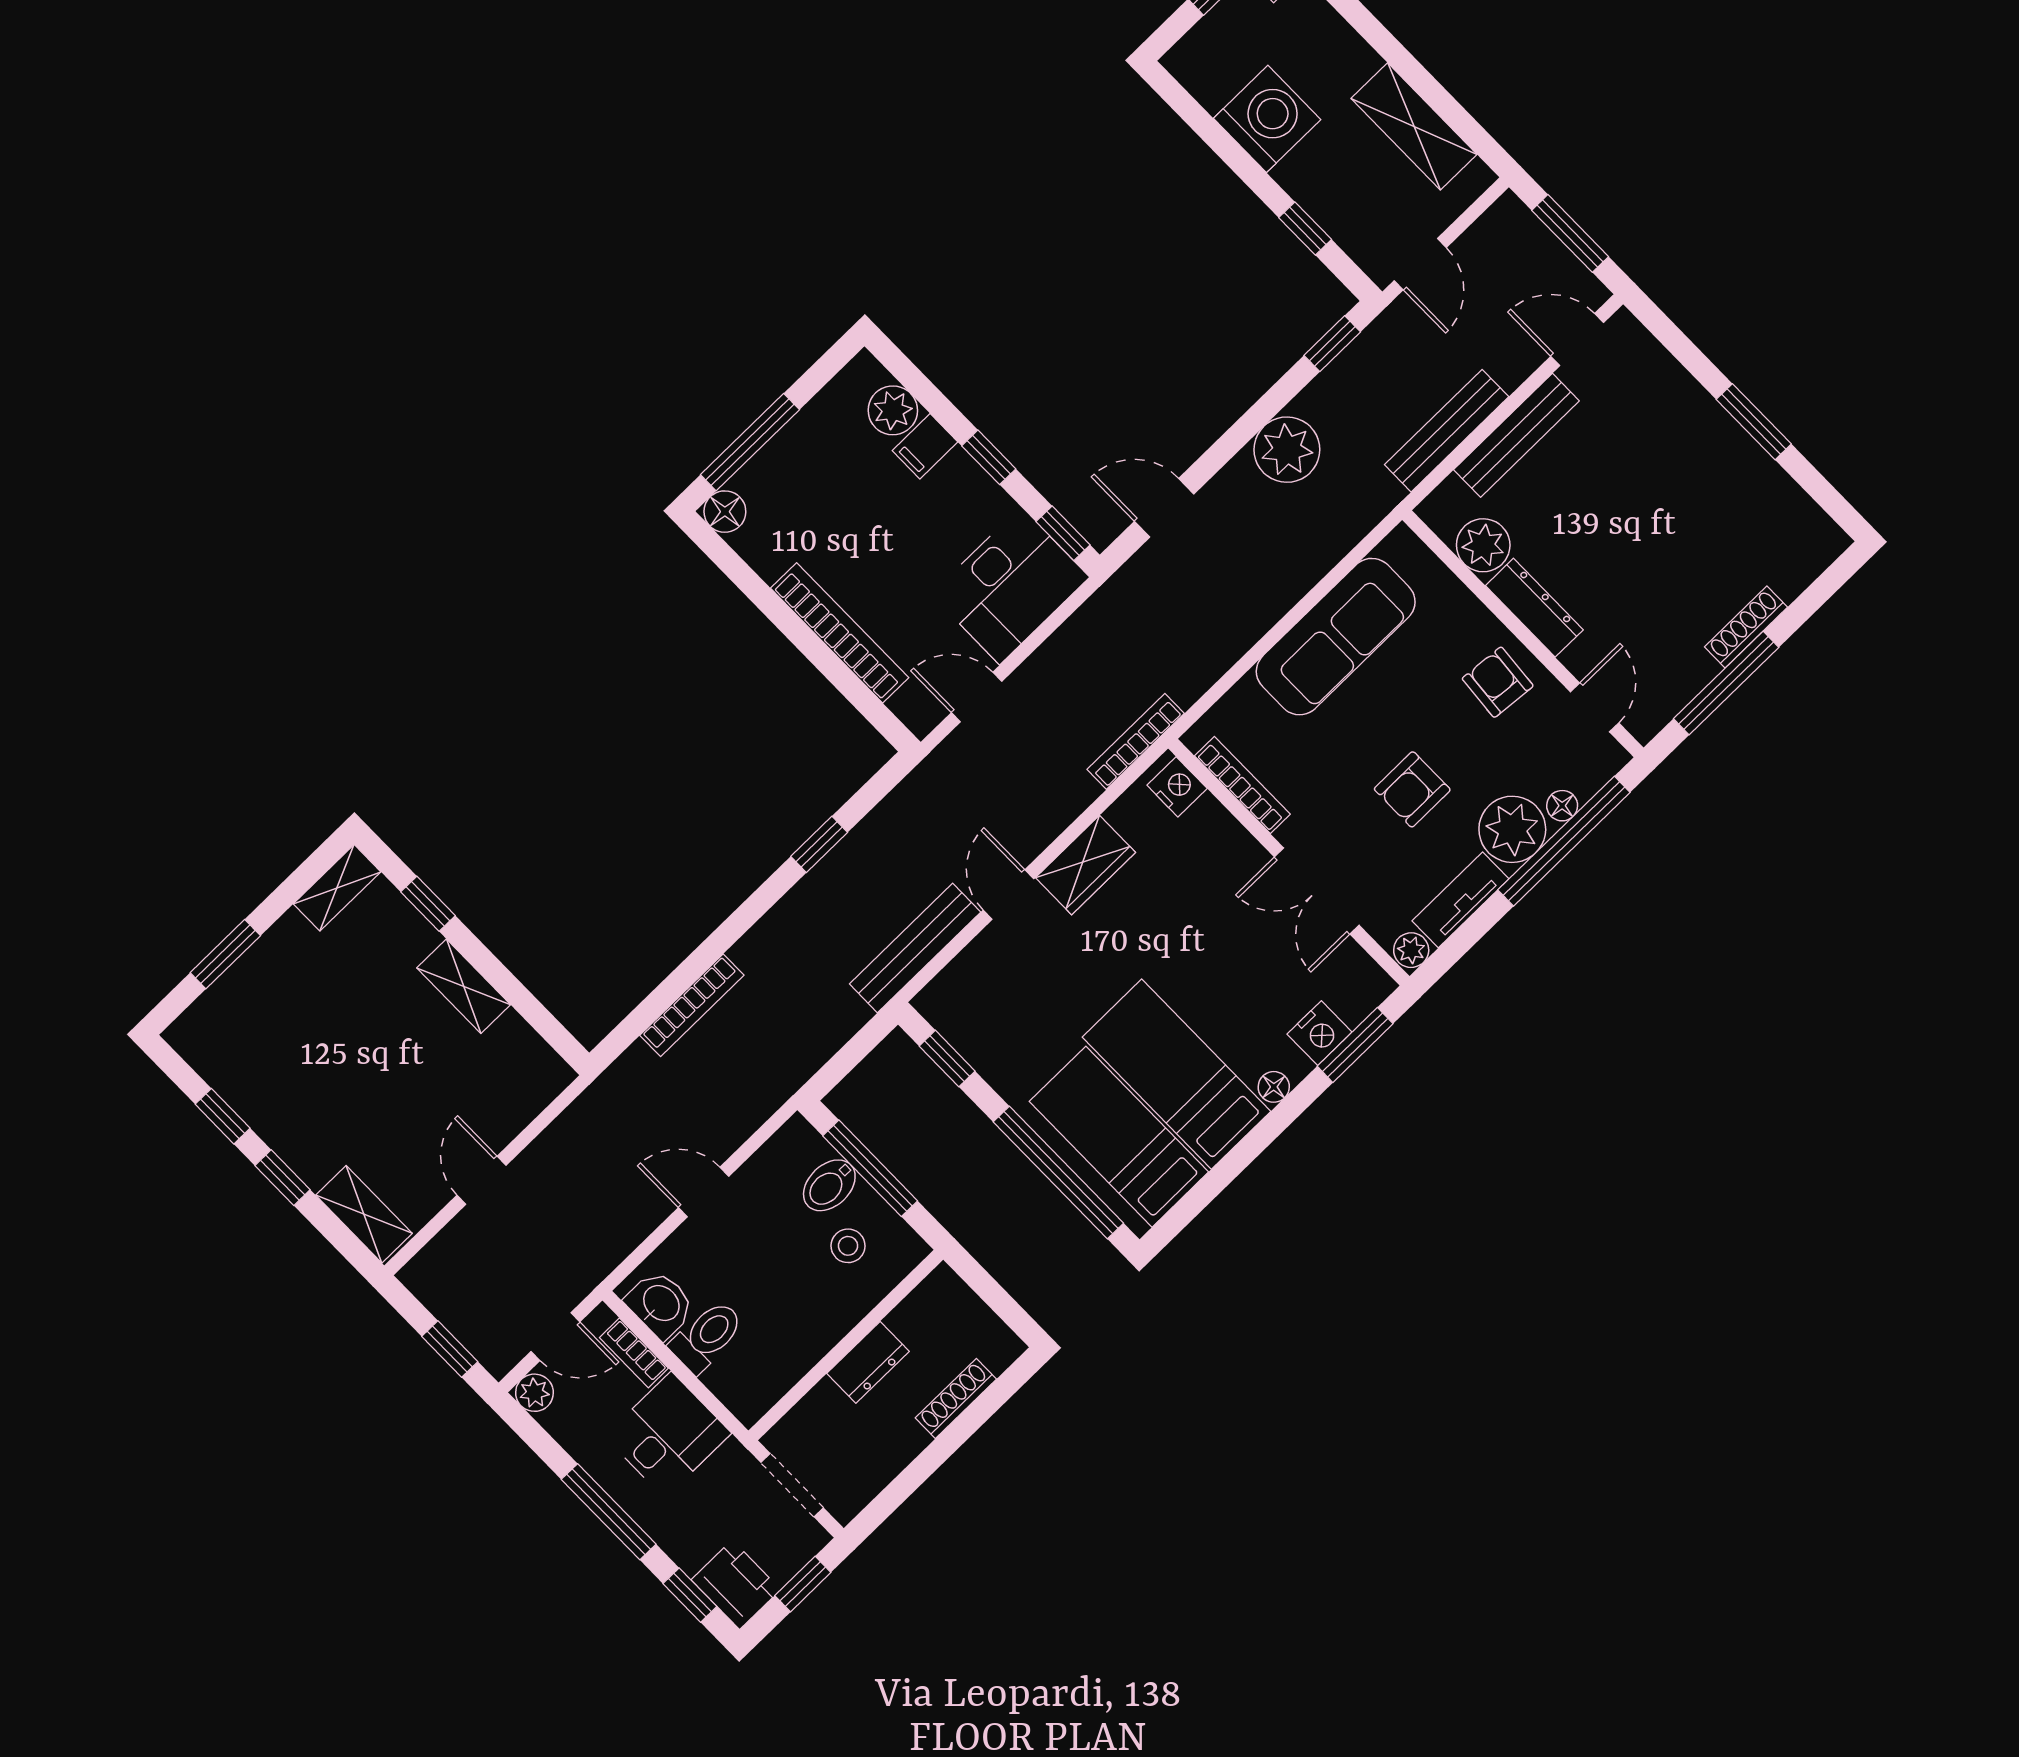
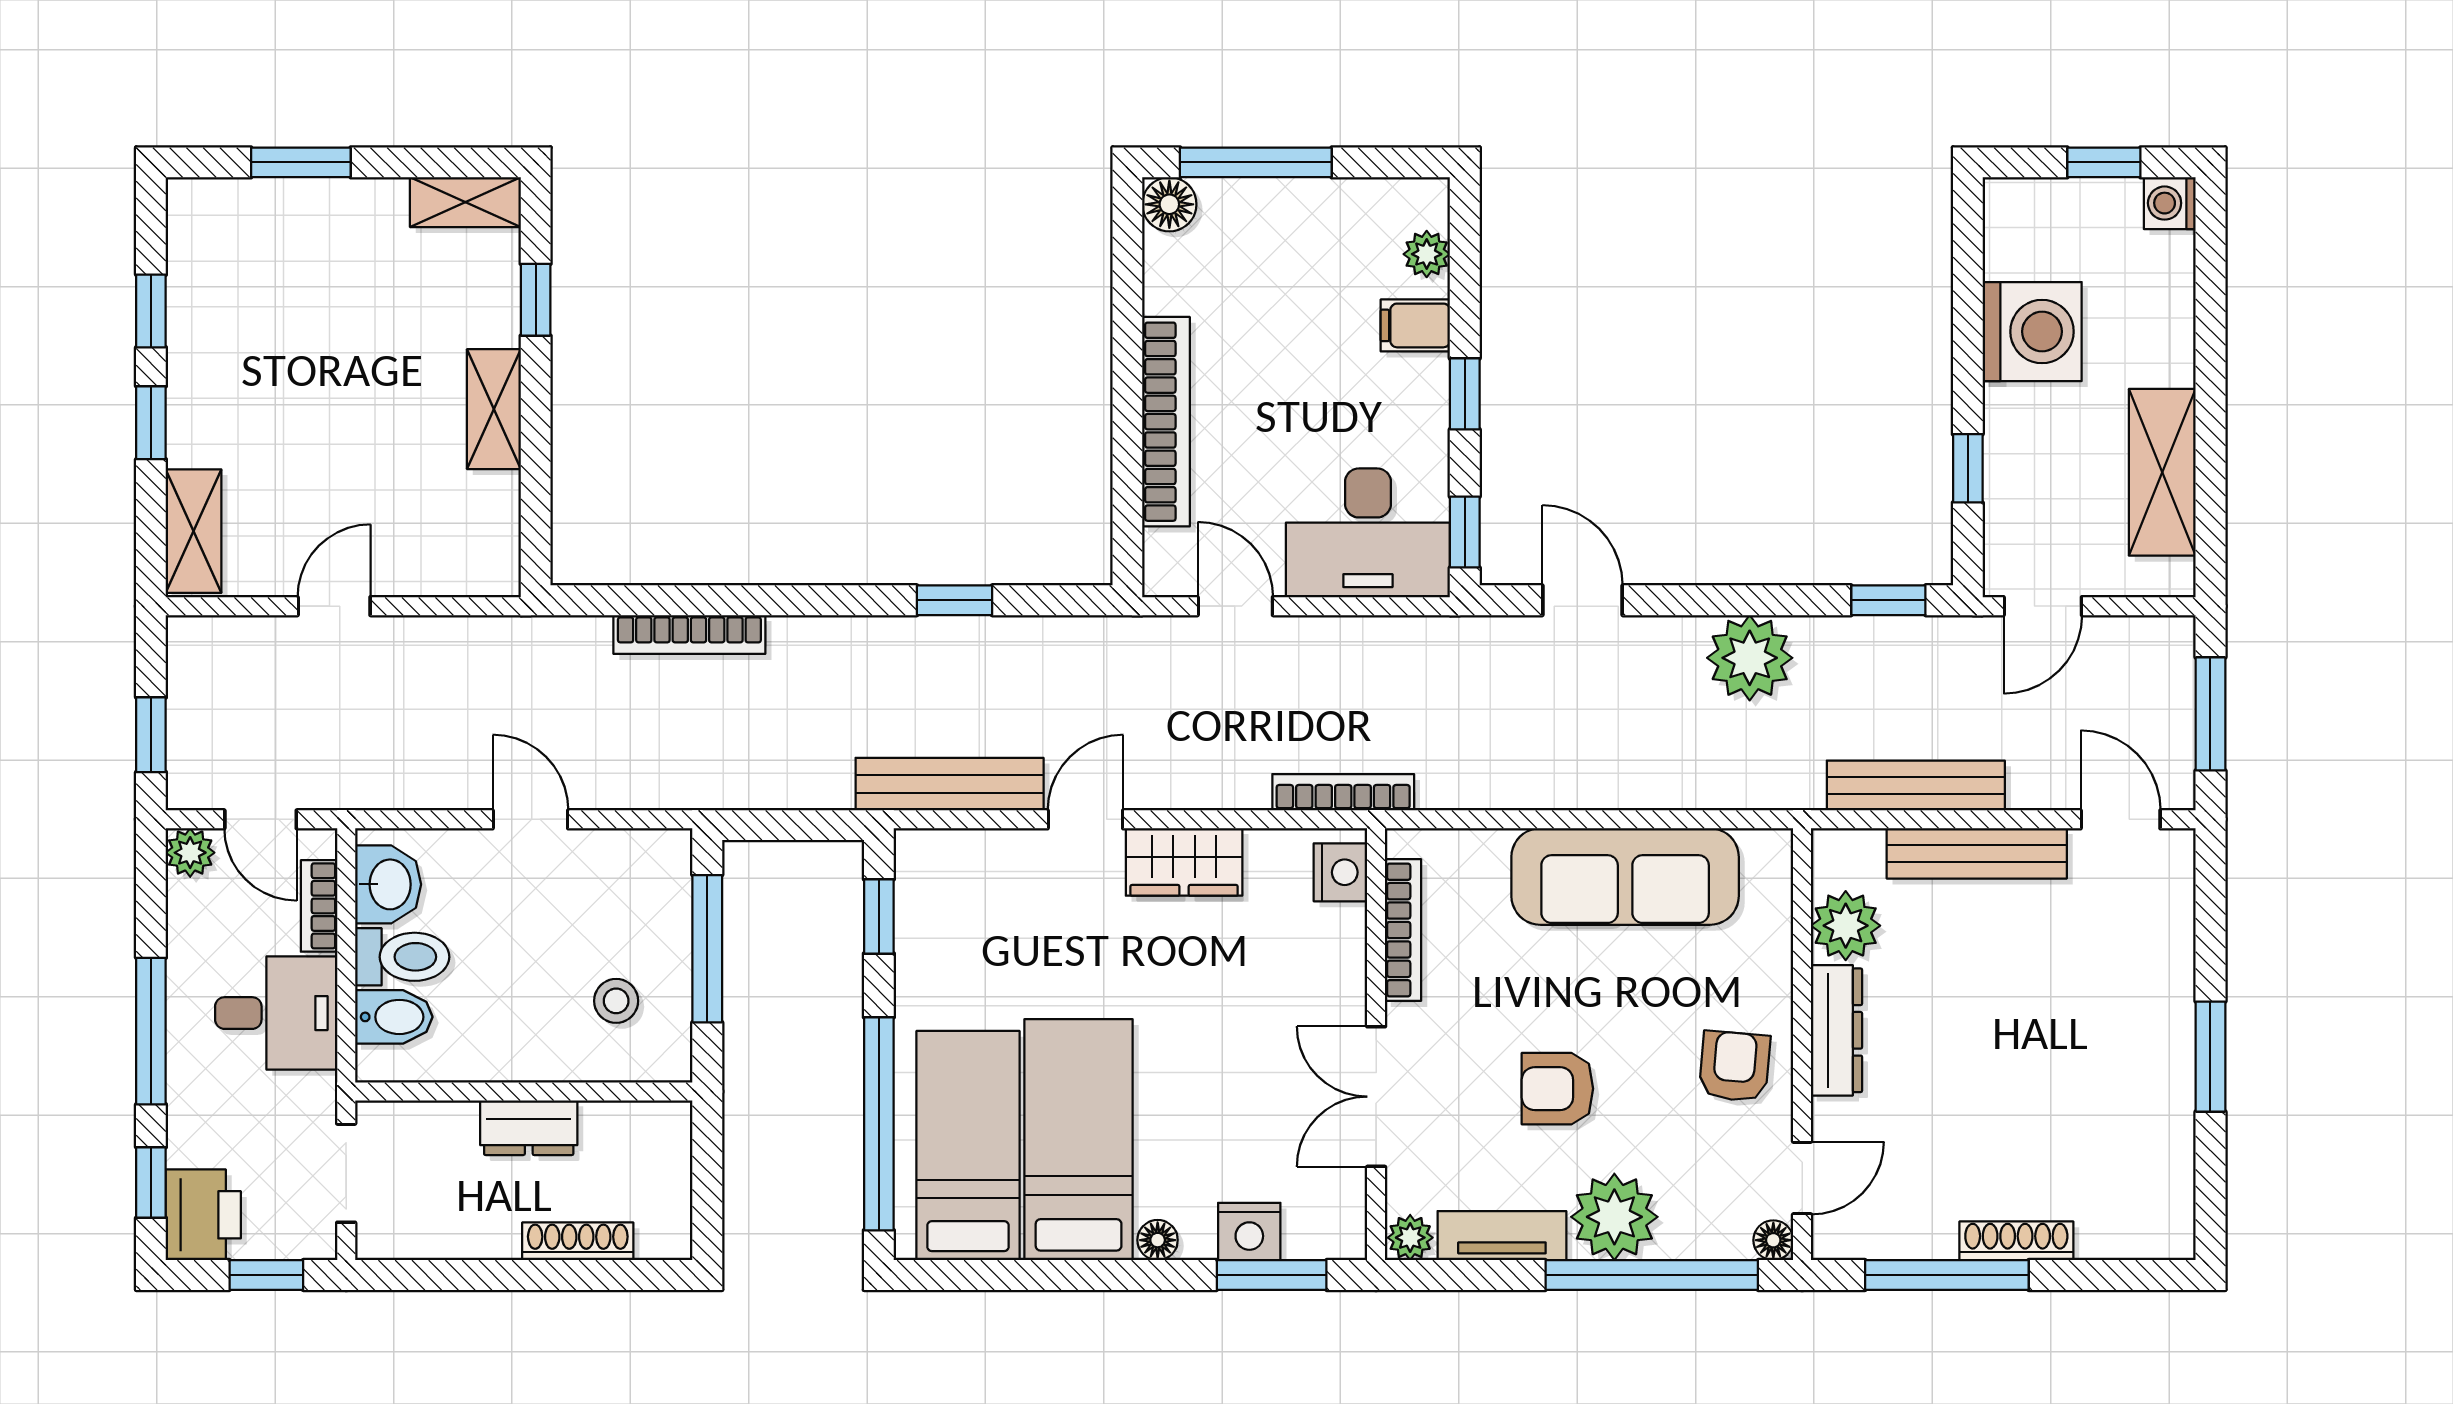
plant: (893, 410) -> (1427, 254), width x0.73, depth x0.73
floor lamp: (1562, 806) -> (1773, 1240), moved
bidet: (829, 1185) -> (394, 1017), moved, turned 180

